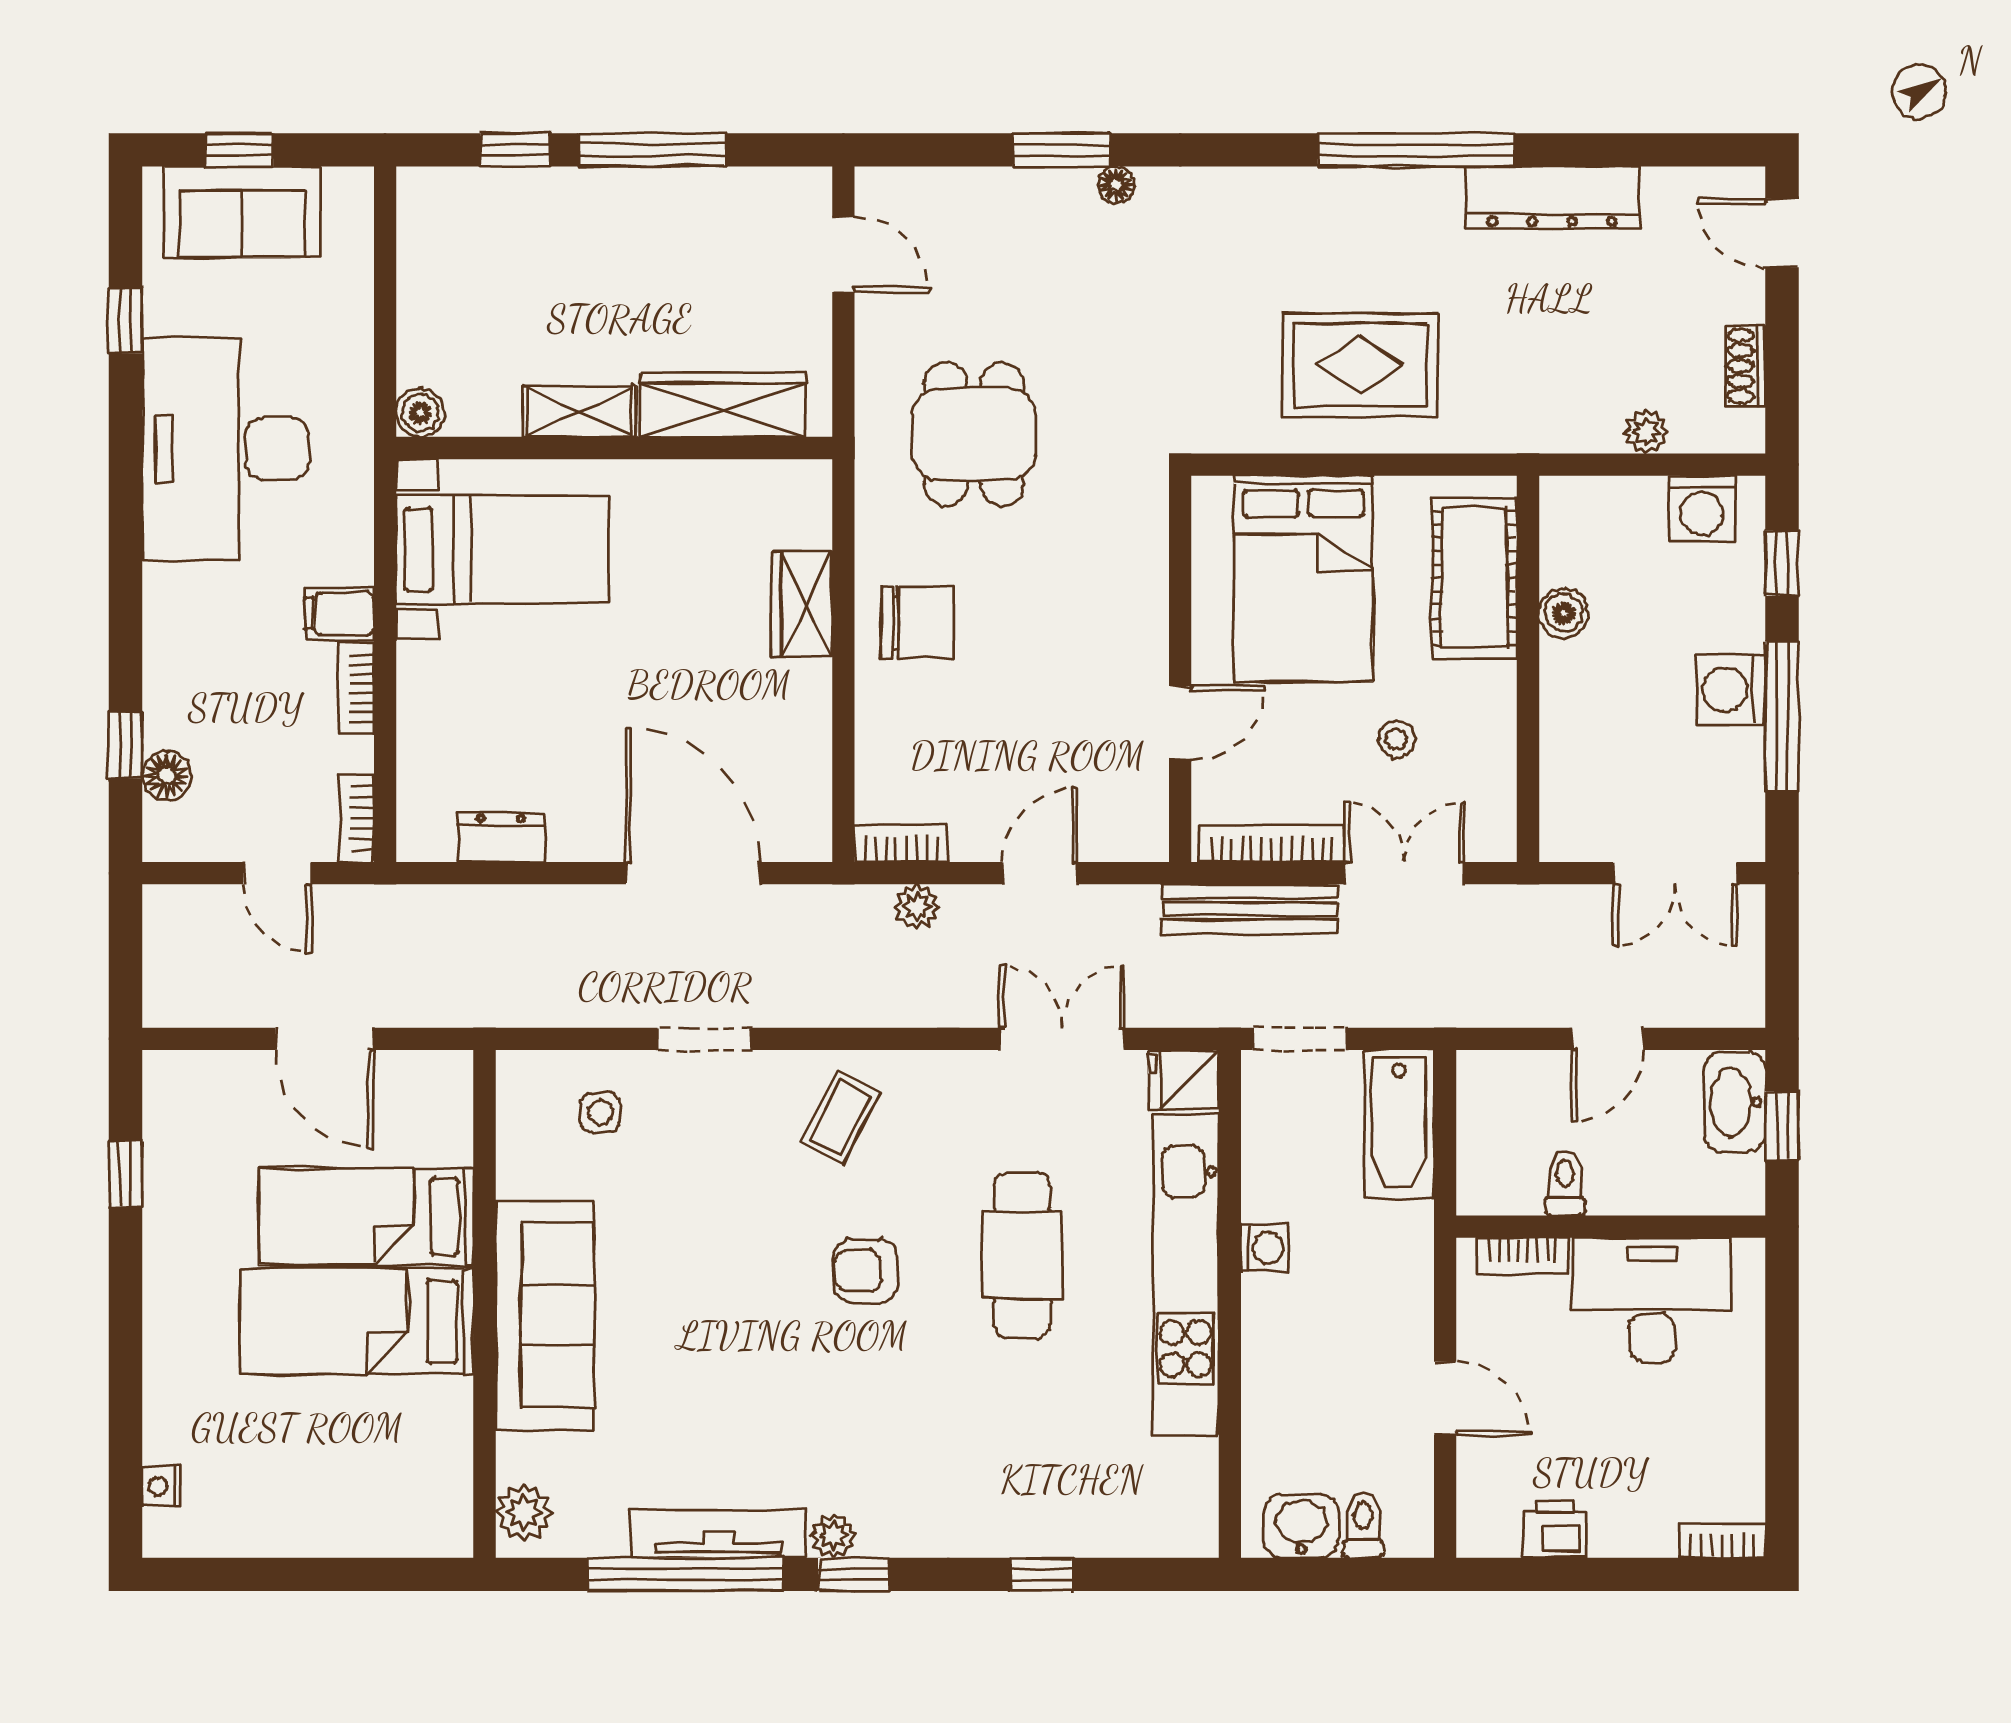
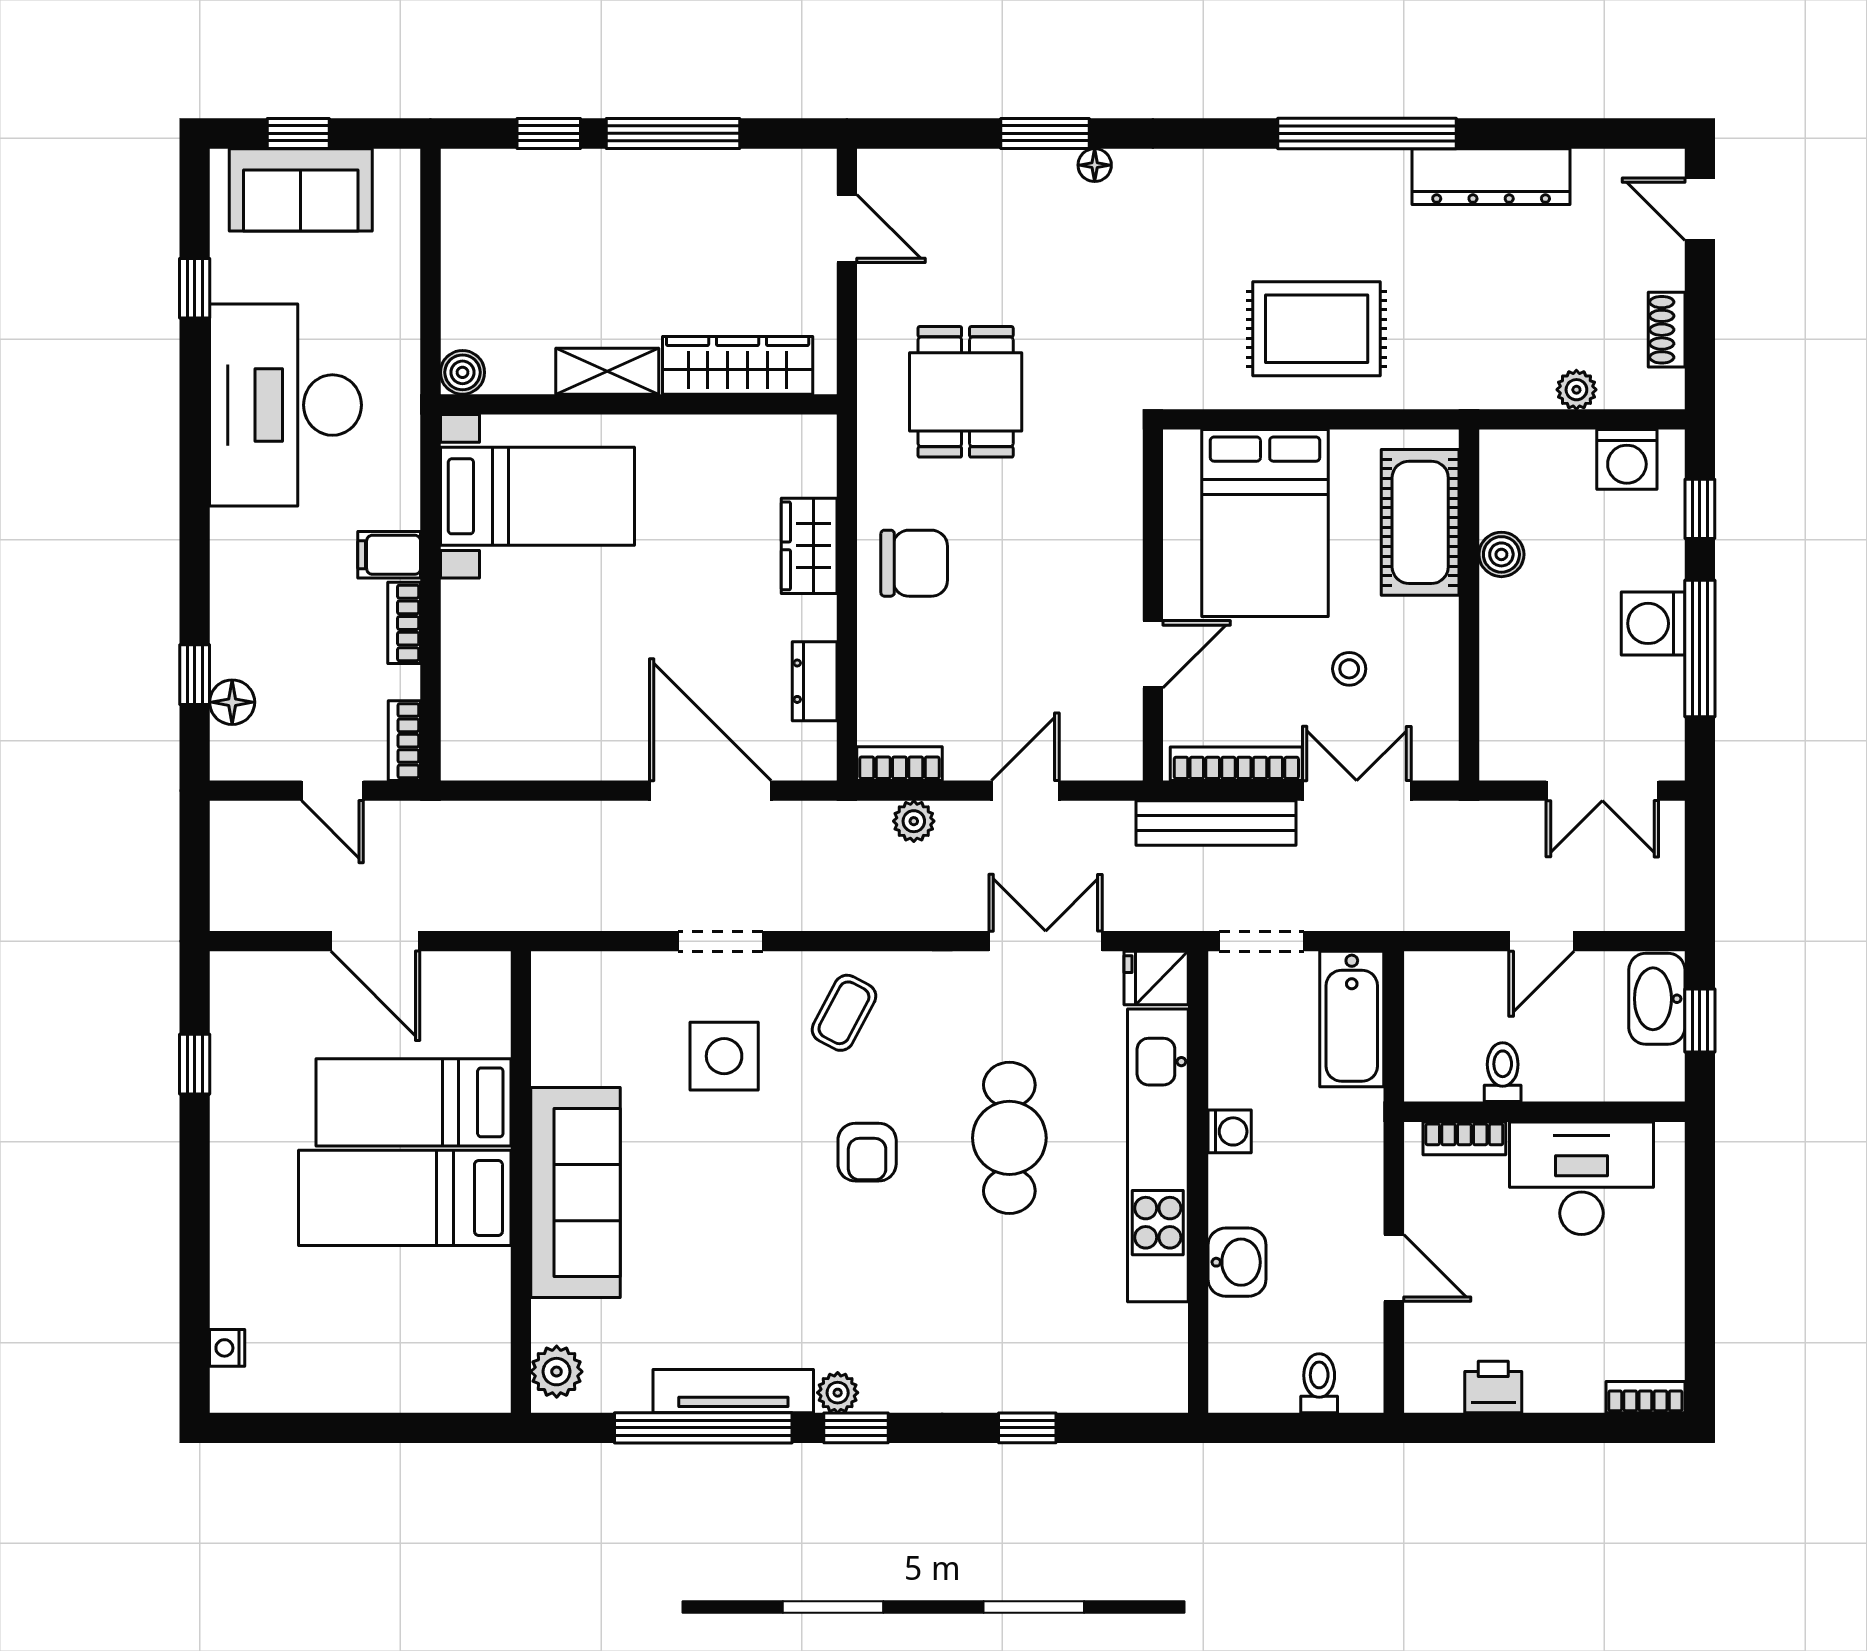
dresser: (501, 838) -> (815, 681), moved, turned -90
side table: (600, 1112) -> (724, 1056), moved, width x1.87, depth x1.87
armchair: (866, 1271) -> (867, 1152), turned -90
washbasin: (1301, 1526) -> (1237, 1262), moved, turned 90

